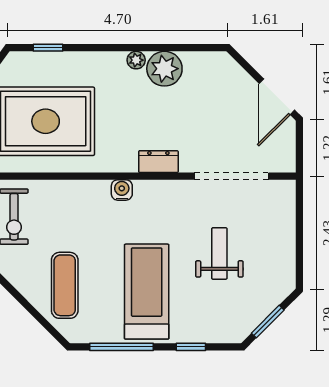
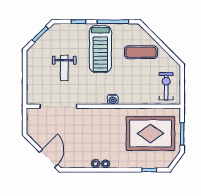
plant: (164, 69) -> (96, 164), width x0.53, depth x0.53
door: (277, 97) -> (49, 158), moved
dresser: (158, 162) -> (95, 113), removed
exercise mat: (65, 285) -> (141, 52), turned 90

